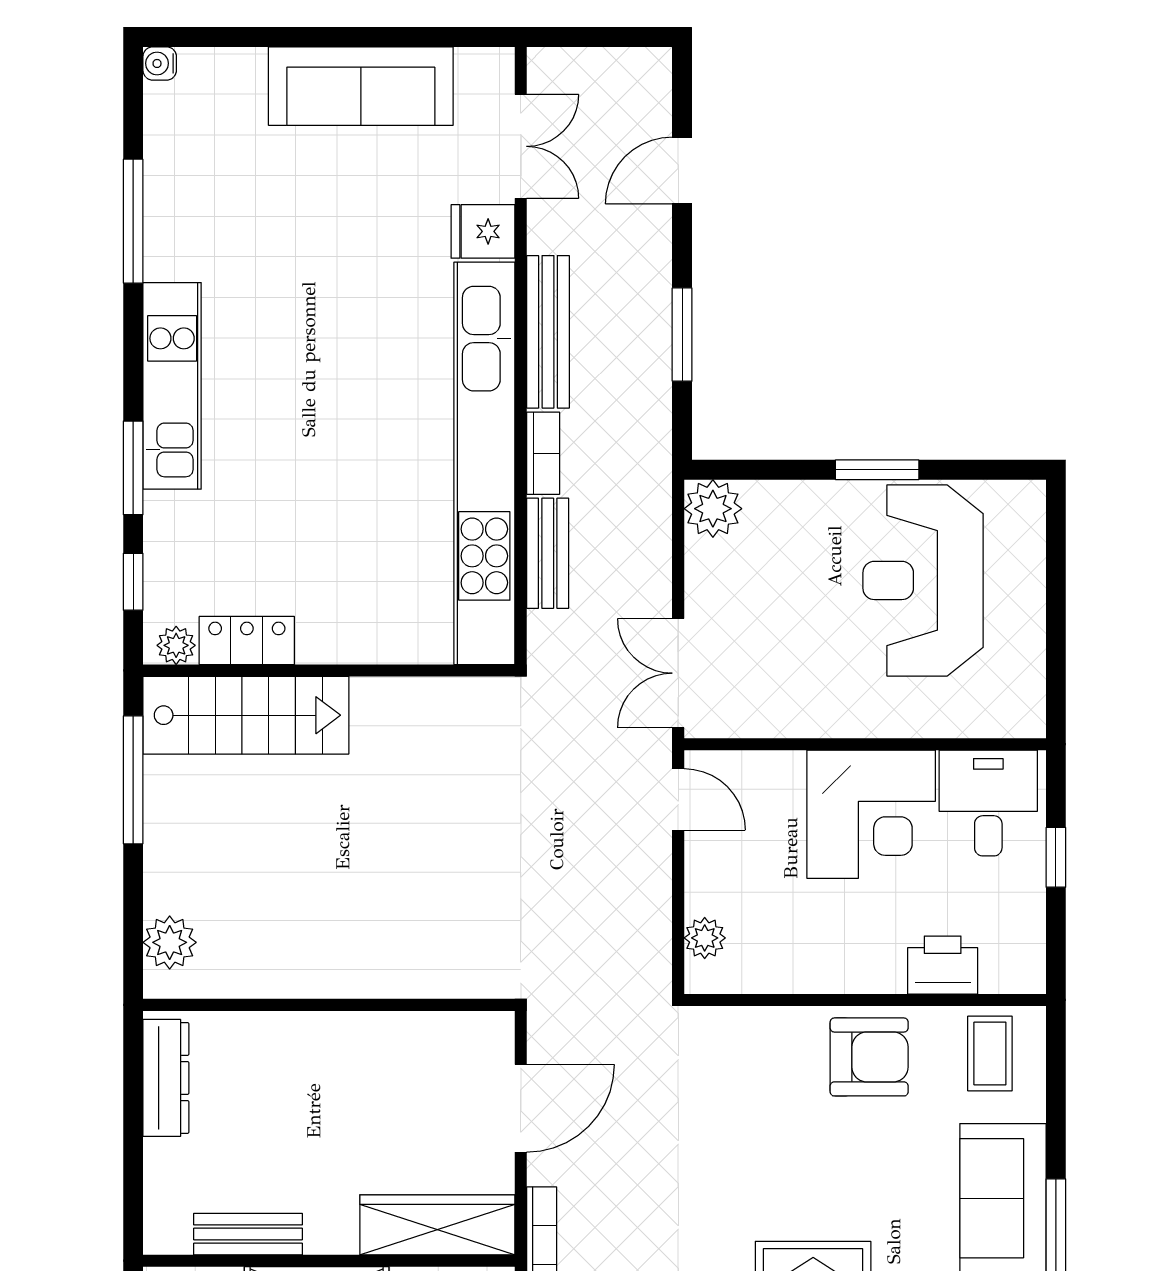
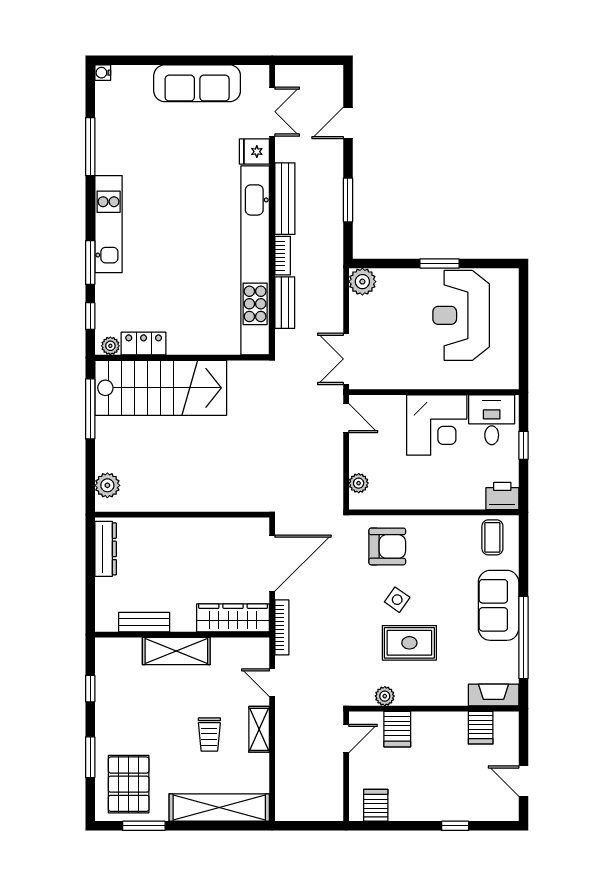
stairs: (246, 715) -> (161, 388), width x1.36, depth x1.51
printer: (943, 965) -> (502, 496), moved
armchair: (869, 1057) -> (387, 546), moved
door: (521, 1108) -> (272, 563), width x1.36
side table: (787, 1186) -> (397, 600), added

